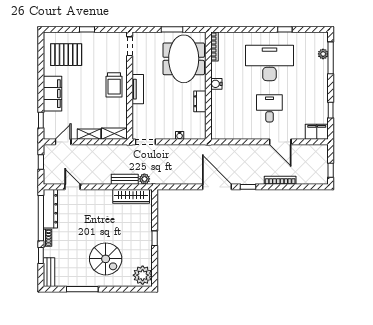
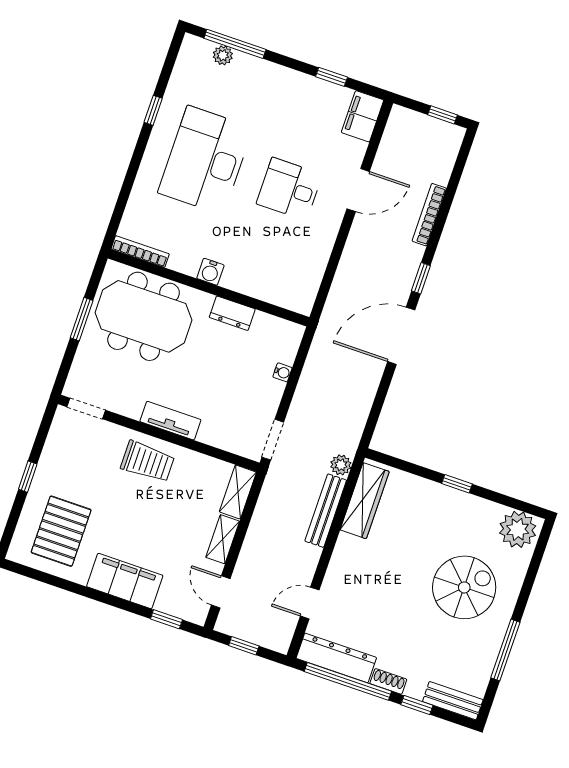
bench: (125, 179) -> (326, 511), width x1.36

